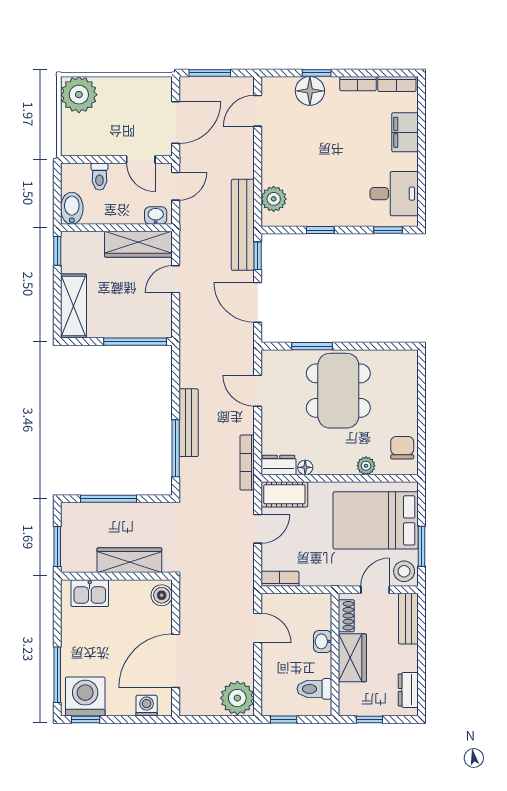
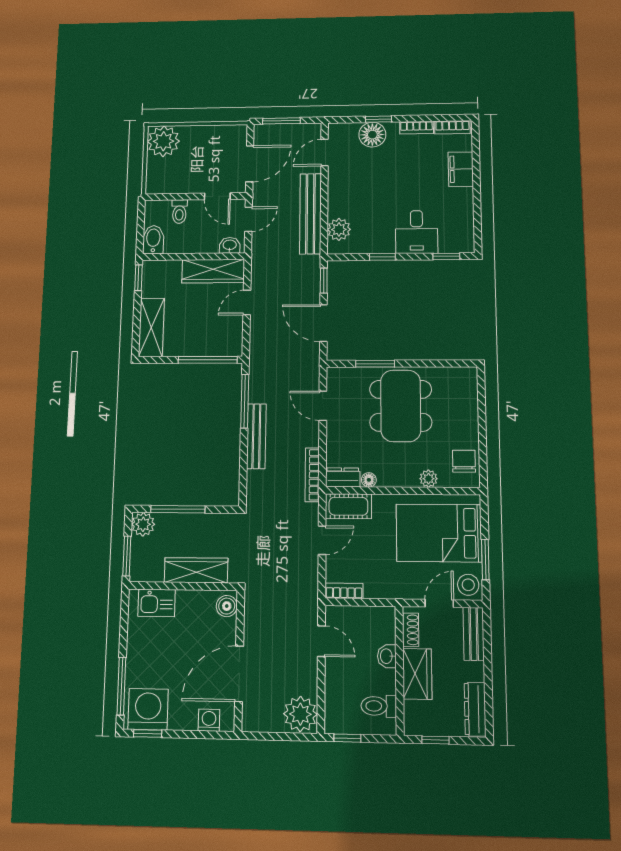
desk: (394, 194) -> (417, 232), moved, turned 90
bench: (243, 225) -> (310, 214), moved
window: (176, 448) -> (245, 401), moved
plant: (73, 514) -> (143, 524), added
dresser: (408, 690) -> (475, 709), width x1.44

